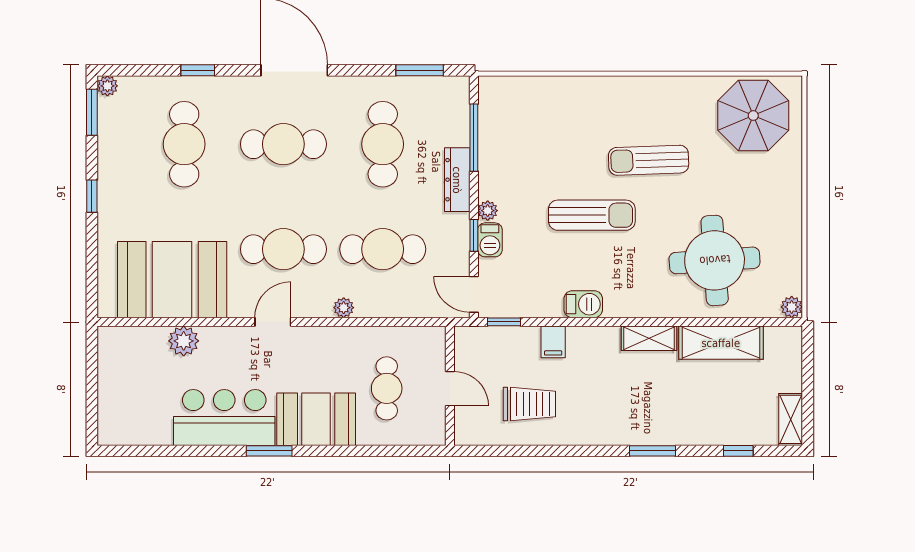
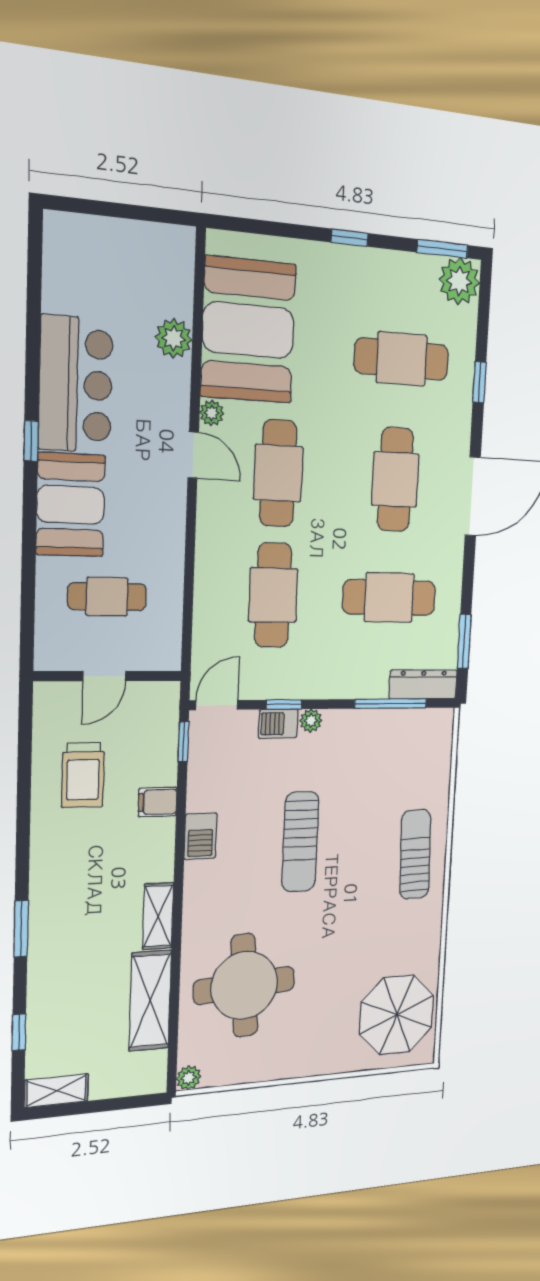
plant: (107, 86) -> (459, 281), width x1.88, depth x1.88
sun lounger: (649, 160) -> (415, 854), moved
dresser: (457, 180) -> (423, 684), moved
plant: (344, 308) -> (212, 413), moved
window: (269, 451) -> (31, 441), width x0.67

